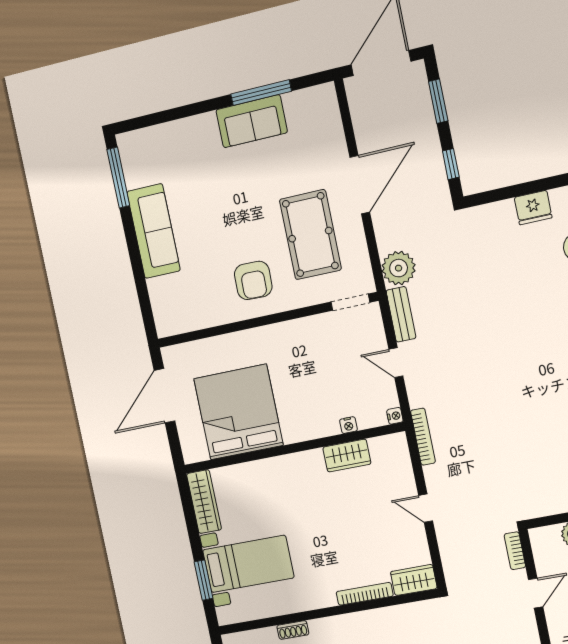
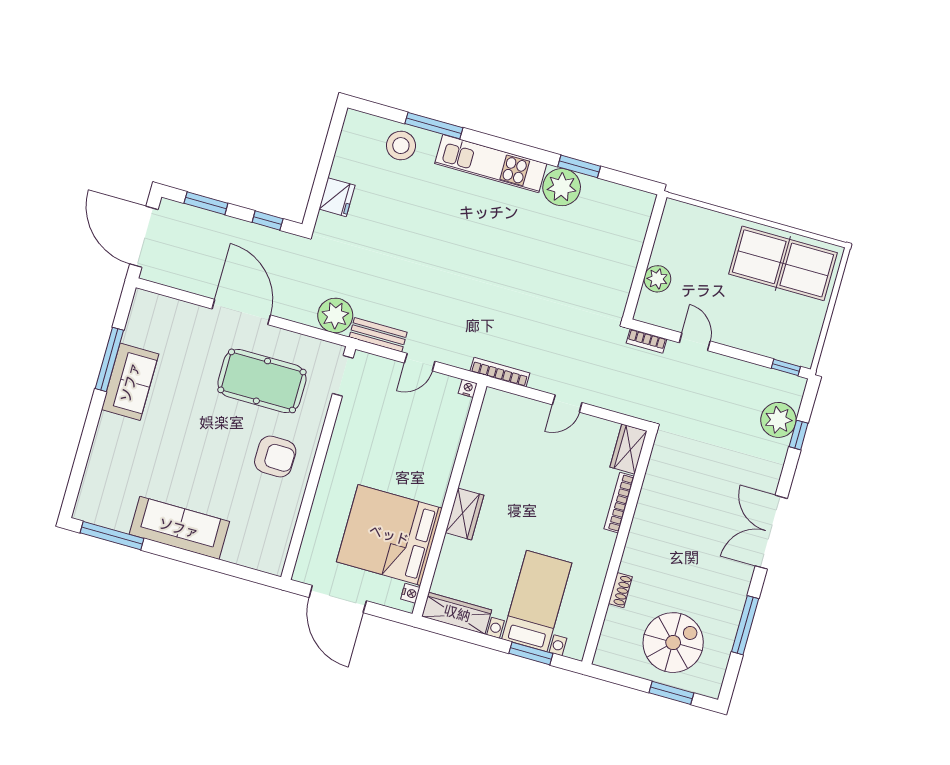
fridge: (533, 208) -> (337, 197), moved
nightstand: (348, 425) -> (410, 593), moved
wardrobe: (347, 456) -> (465, 514), moved

